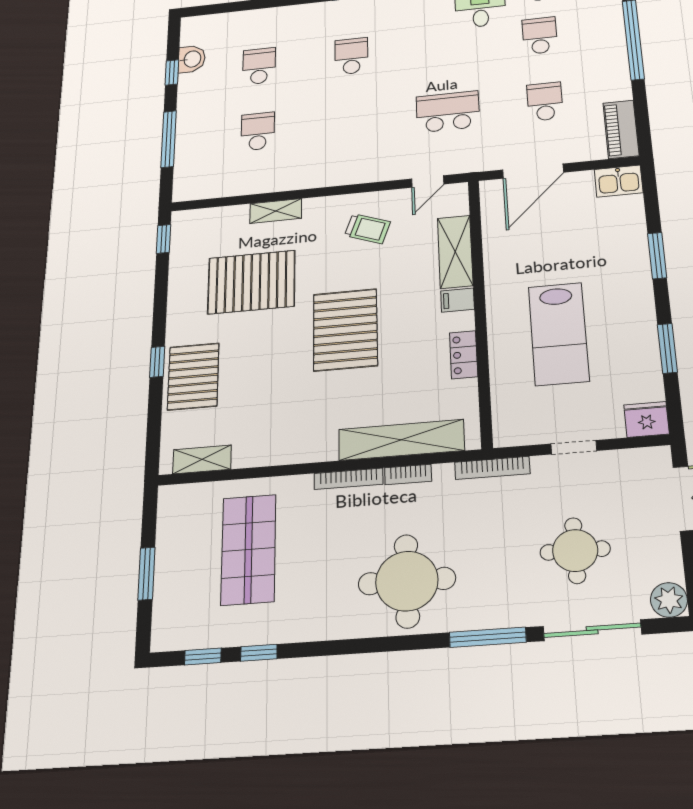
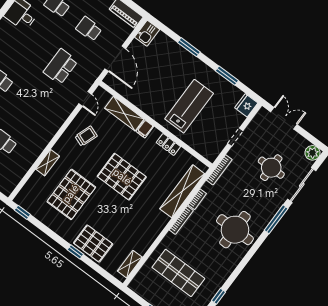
lab bench: (559, 334) -> (189, 106), turned -90

